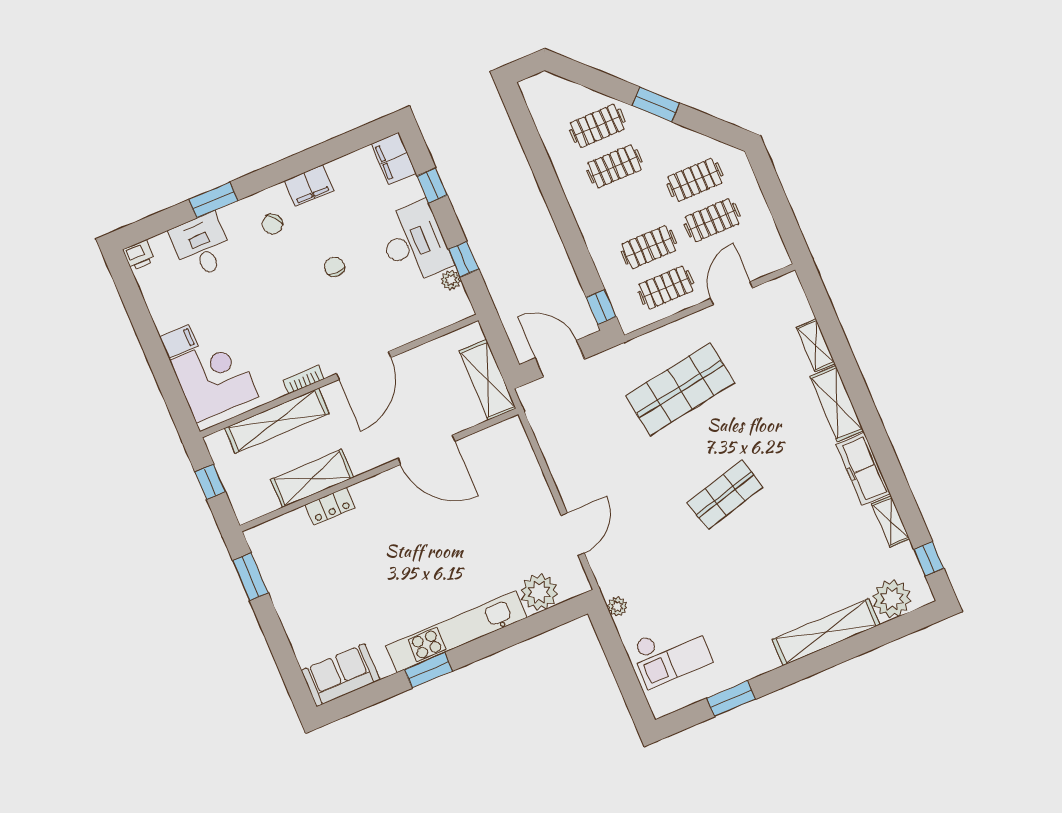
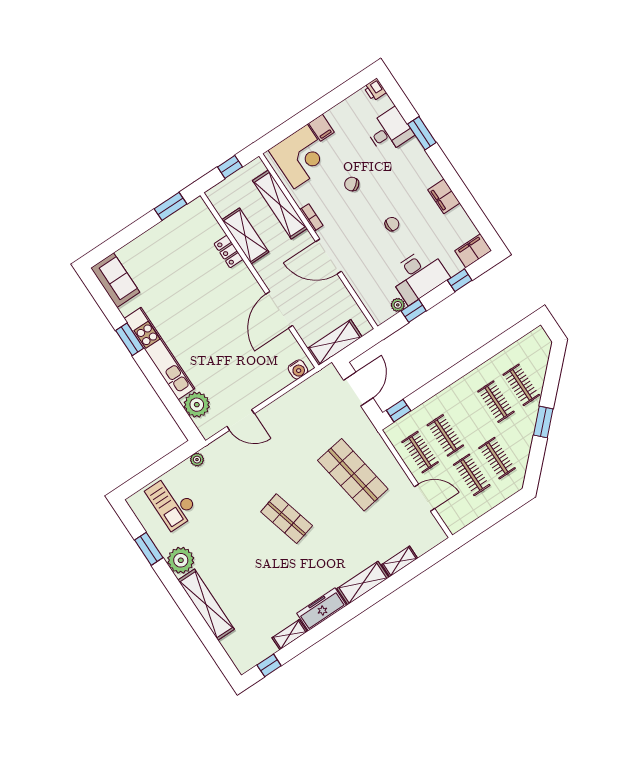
chair: (272, 224) -> (352, 184), moved
water cooler: (516, 439) -> (298, 369), added
plant: (892, 599) -> (181, 560), moved

